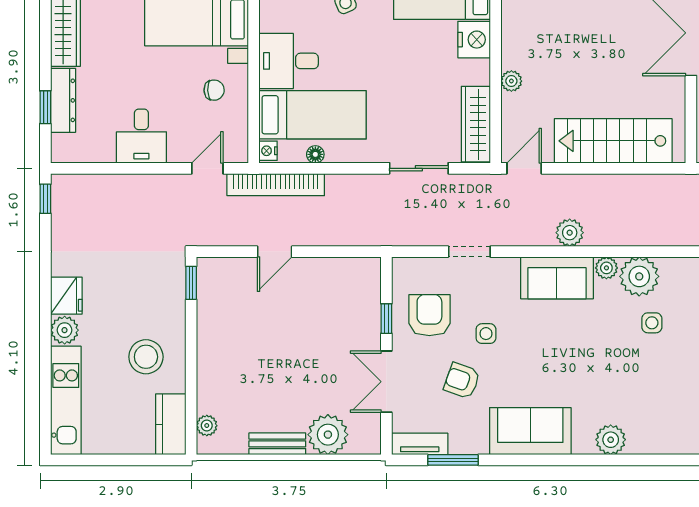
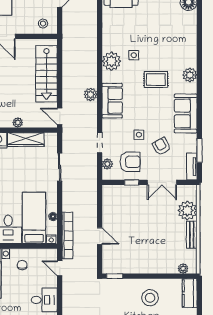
wardrobe: (476, 124) -> (26, 140), moved
plant: (606, 268) -> (107, 164), moved
armchair: (429, 315) -> (130, 162), turned 180
rug: (601, 369) -> (156, 80), added
armchair: (462, 381) -> (161, 146), turned 131
kitchen counter: (171, 424) -> (190, 293), moved, turned 90

